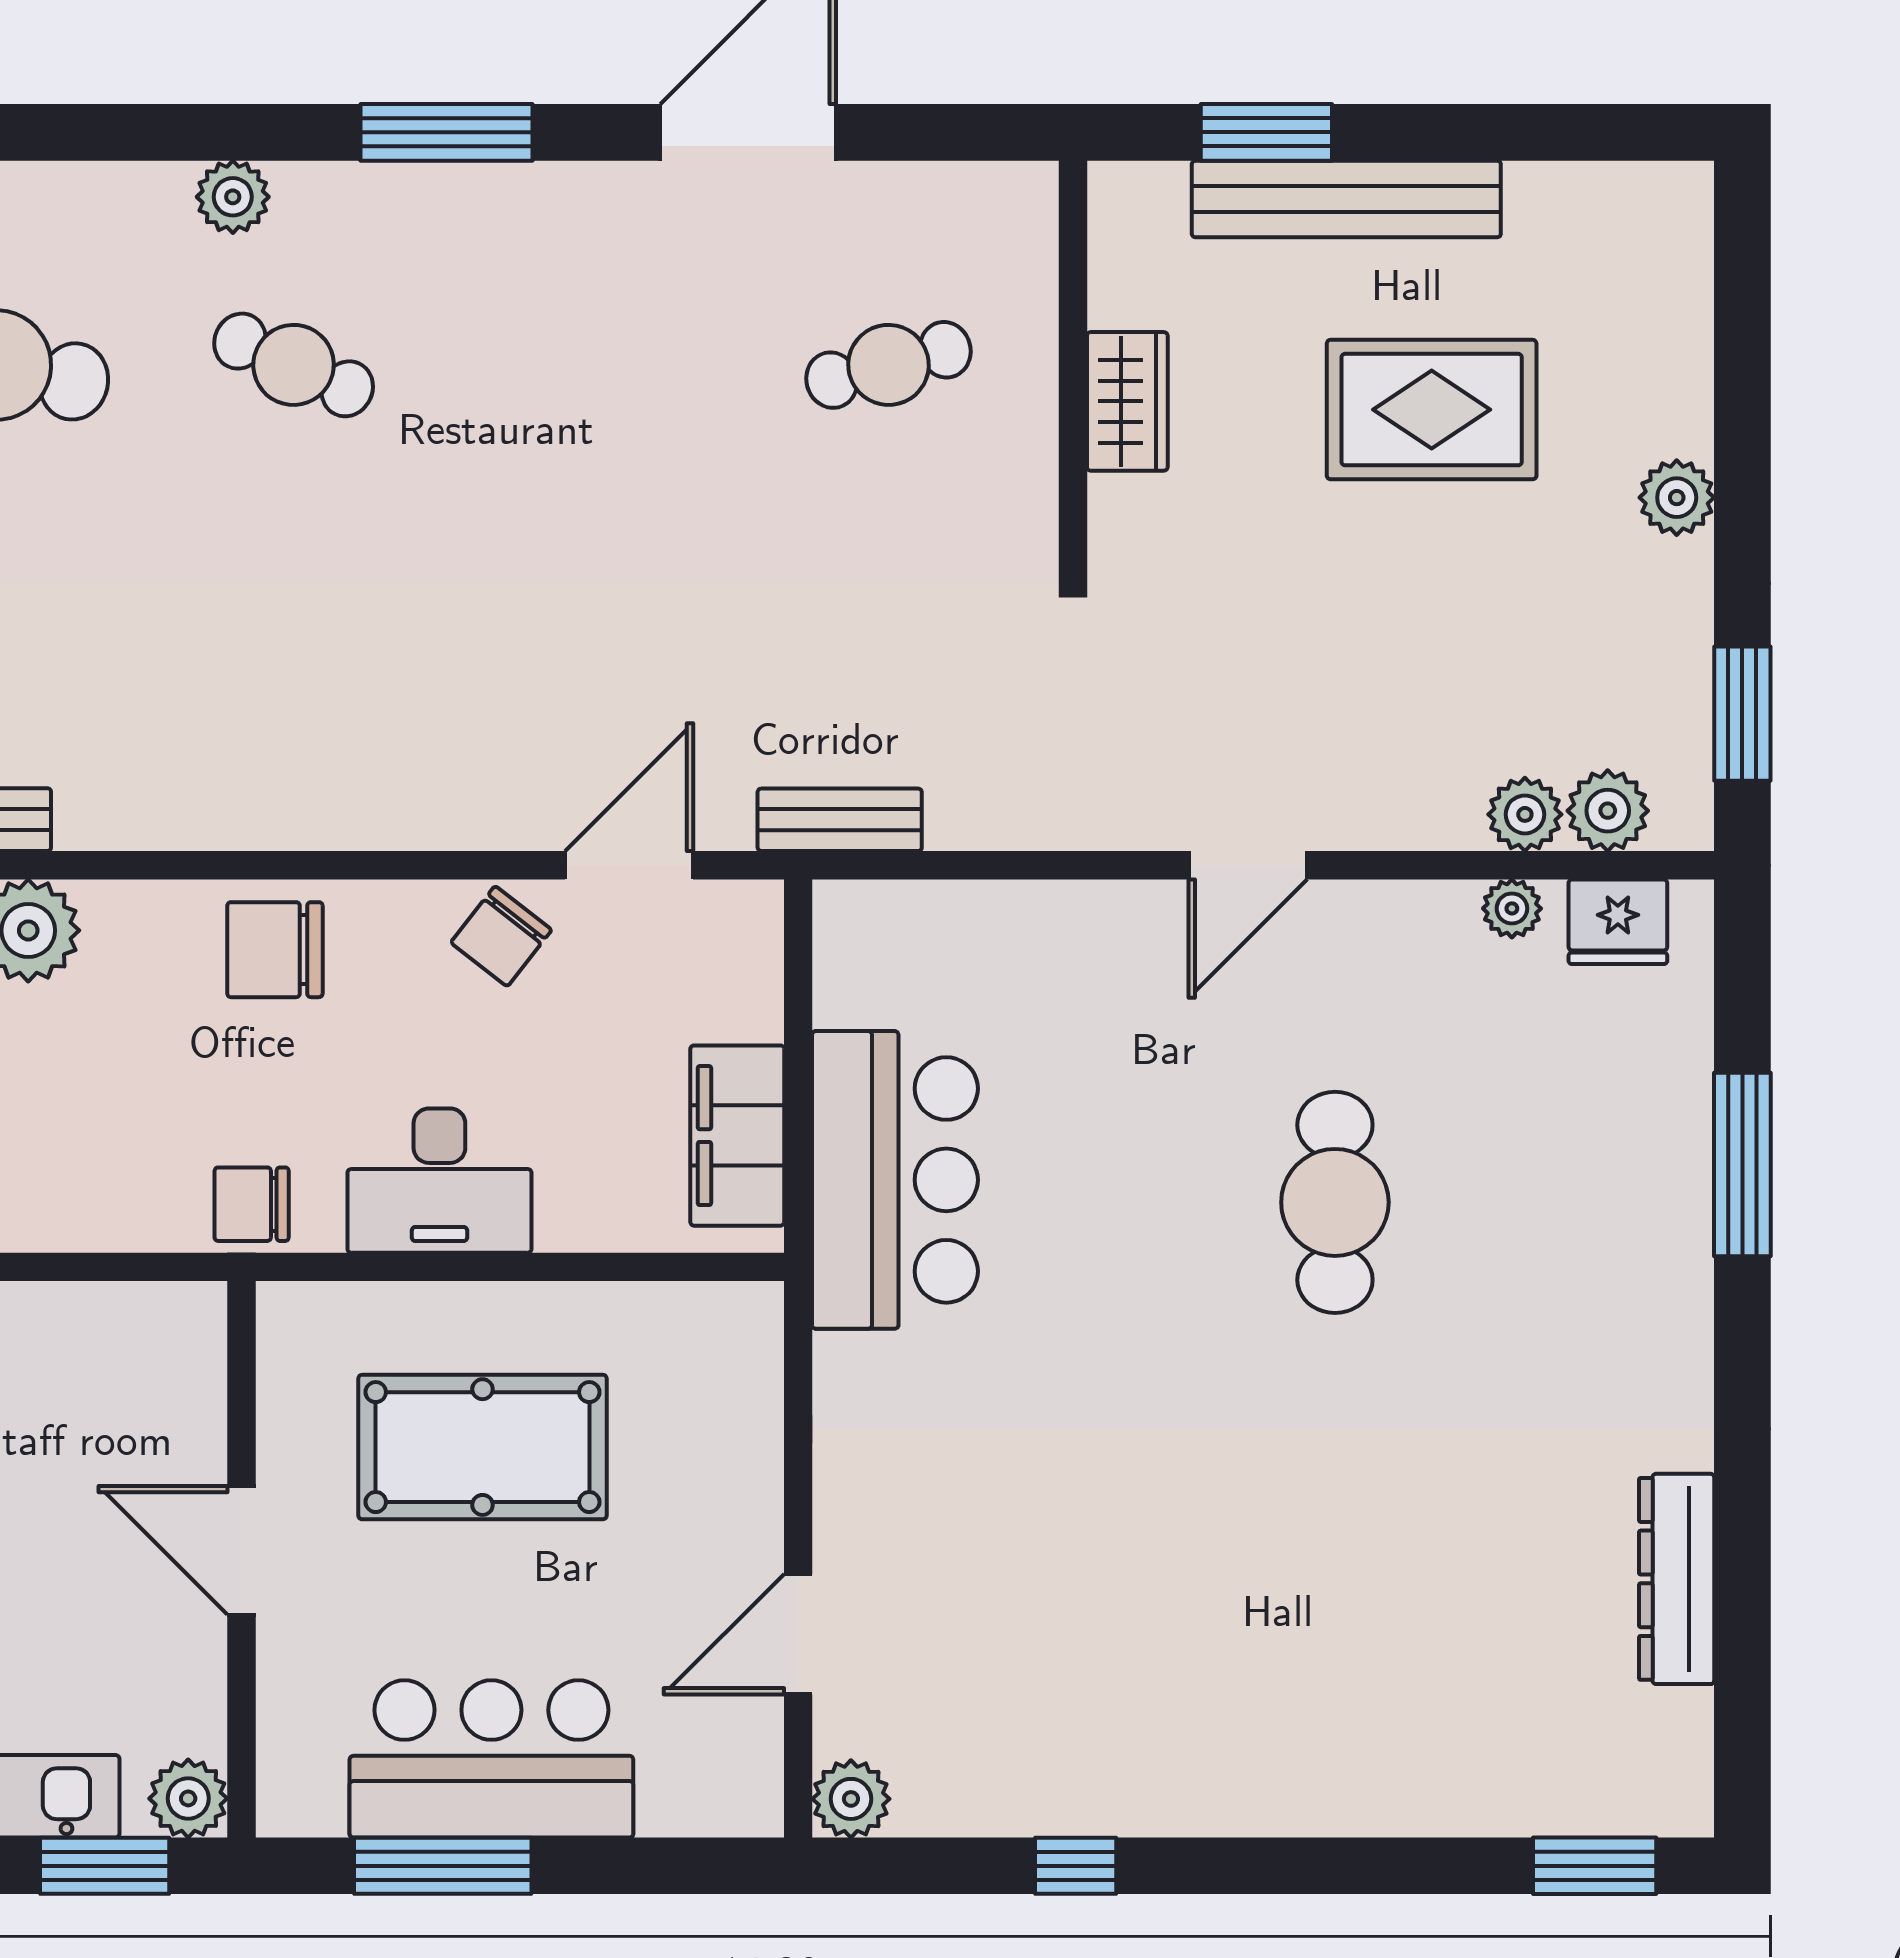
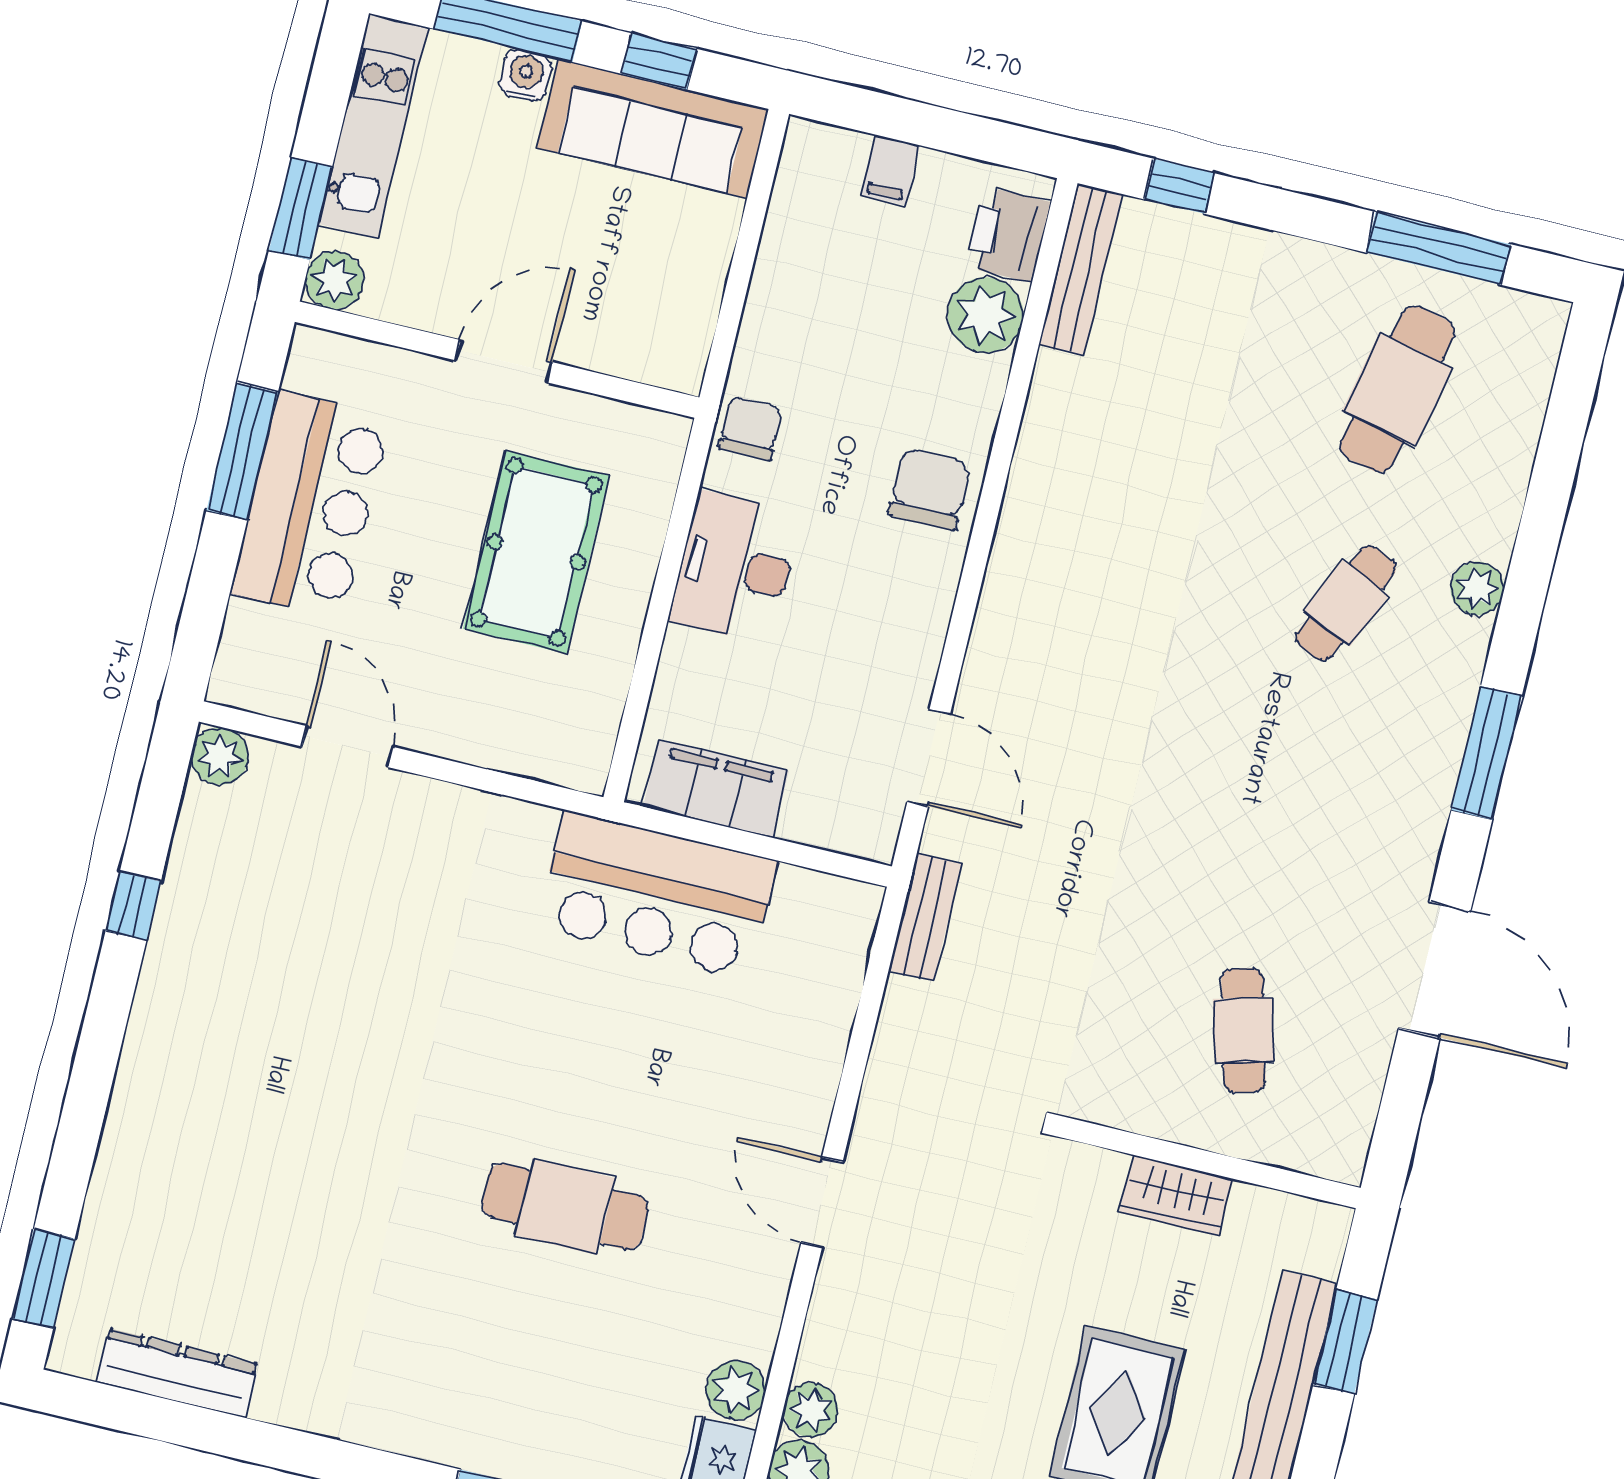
plant: (1512, 908) -> (736, 1390), width x1.38, depth x1.38
chair: (501, 936) -> (900, 654), removed
dresser: (1677, 1579) -> (177, 1373), moved

